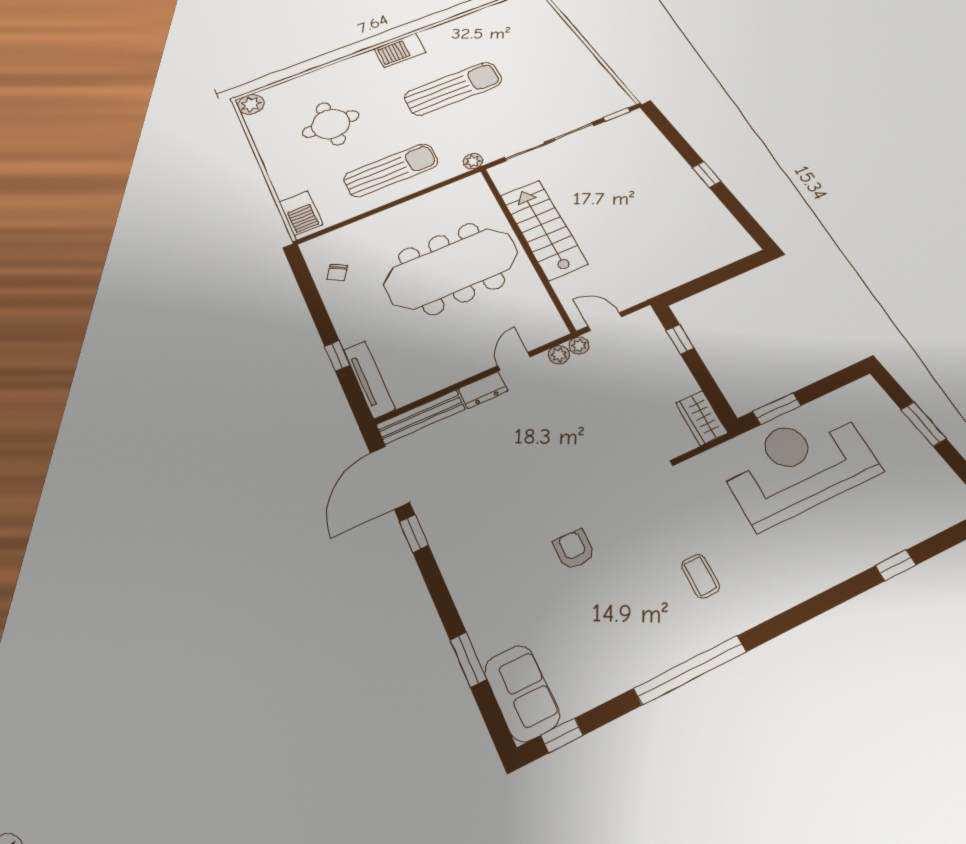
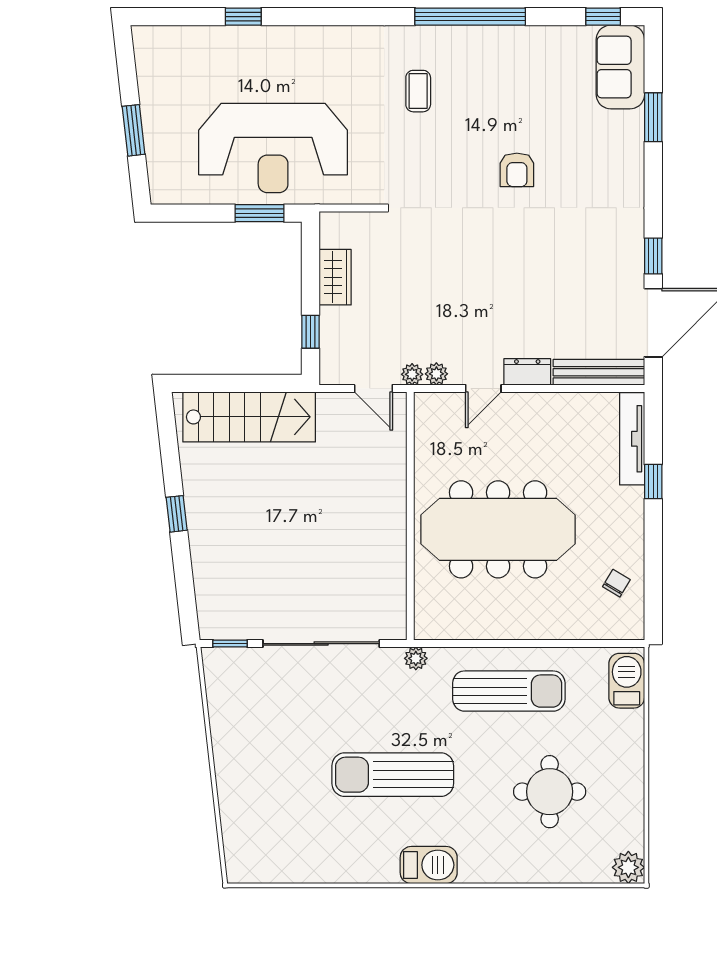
sun lounger: (391, 170) -> (509, 691), turned 180
stairs: (544, 229) -> (249, 417), moved, turned -90
wardrobe: (701, 418) -> (335, 277), moved

